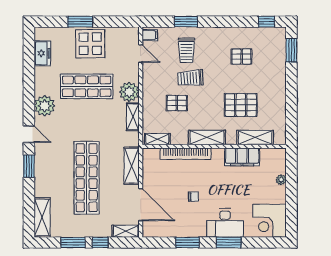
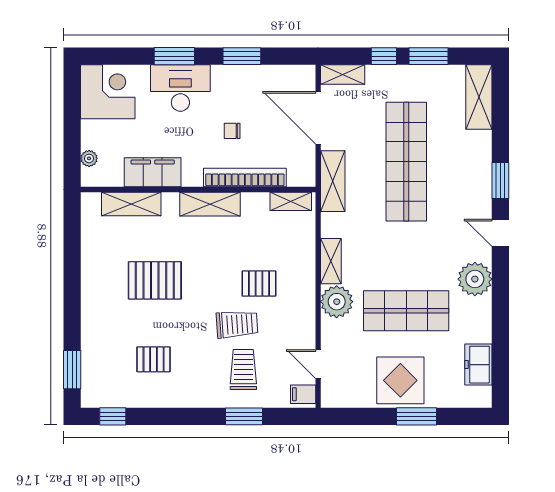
shelving: (207, 137) -> (210, 204), moved
shelving: (255, 138) -> (131, 204), moved
shelving: (157, 139) -> (291, 201), moved
wall: (214, 146) -> (198, 189), moved
bookcase: (185, 154) -> (245, 178), moved
filing cabinet: (242, 157) -> (153, 172), moved

